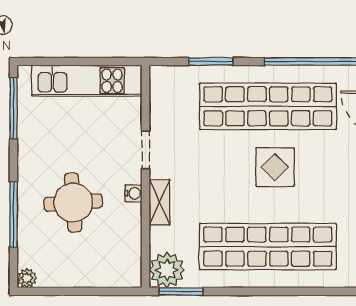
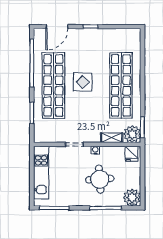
shelving: (159, 202) -> (112, 138), moved
fridge: (126, 269) -> (132, 154), added
plant: (27, 278) -> (132, 197), width x1.87, depth x1.87

